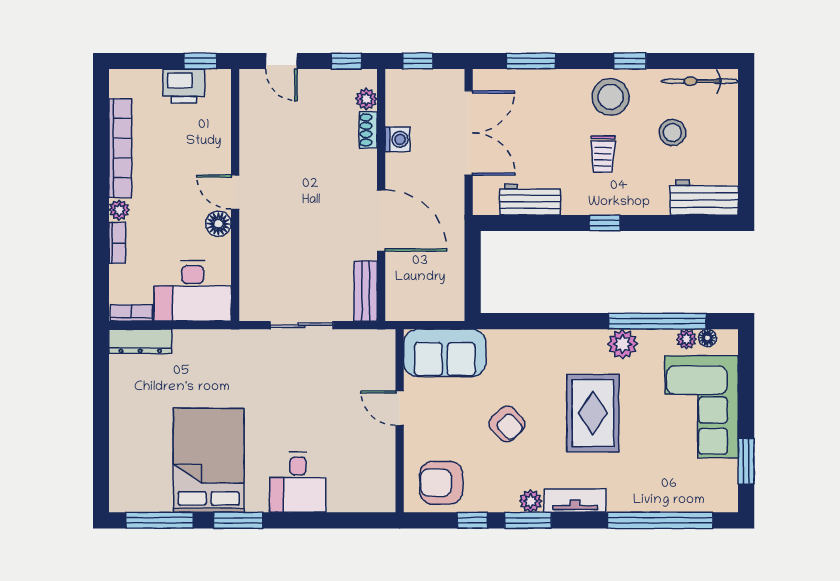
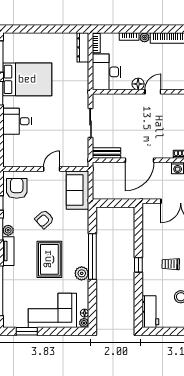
workbench: (530, 199) -> (149, 230), removed
window: (657, 321) -> (92, 256), moved
plant: (687, 339) -> (84, 323), moved
rug: (593, 413) -> (49, 259), turned 90

